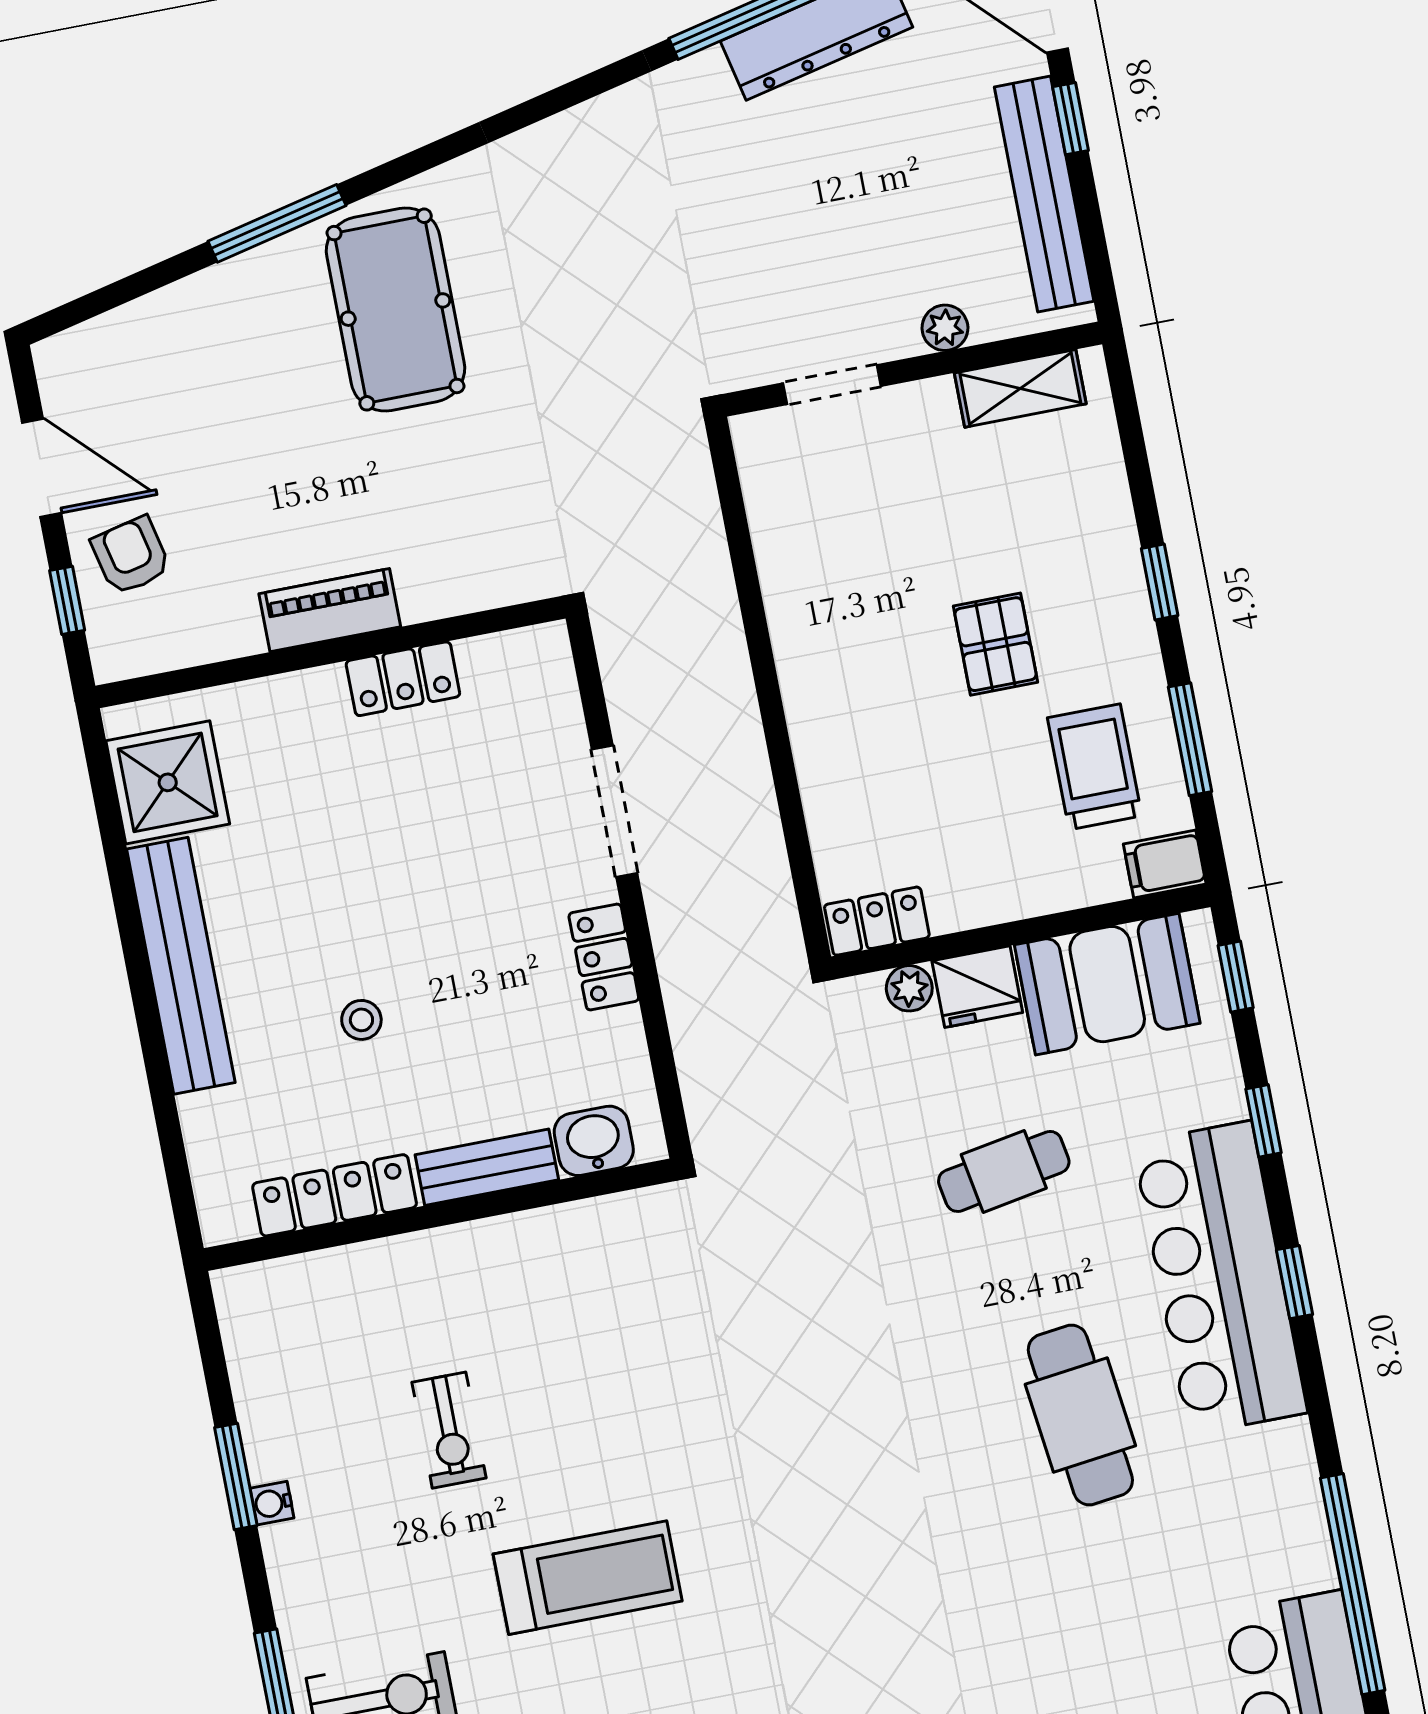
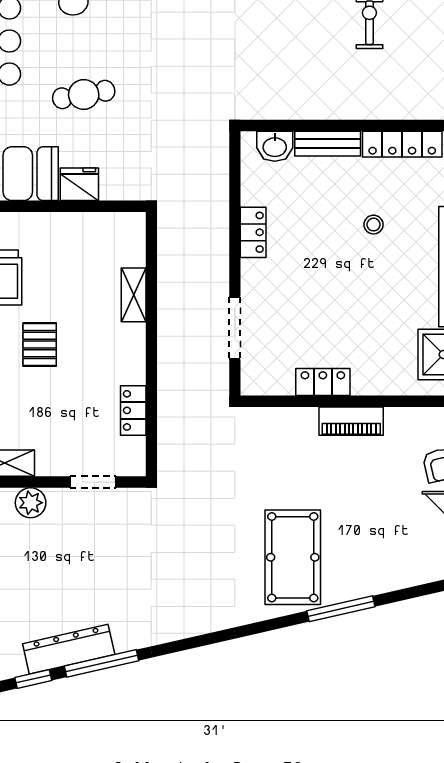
plant: (945, 328) -> (31, 503), width x1.38, depth x1.38
shelving: (823, 782) -> (134, 295), added
doorway: (614, 811) -> (235, 328), moved
locker: (877, 921) -> (133, 410), moved, turned 90
plant: (909, 988) -> (112, 190), removed

